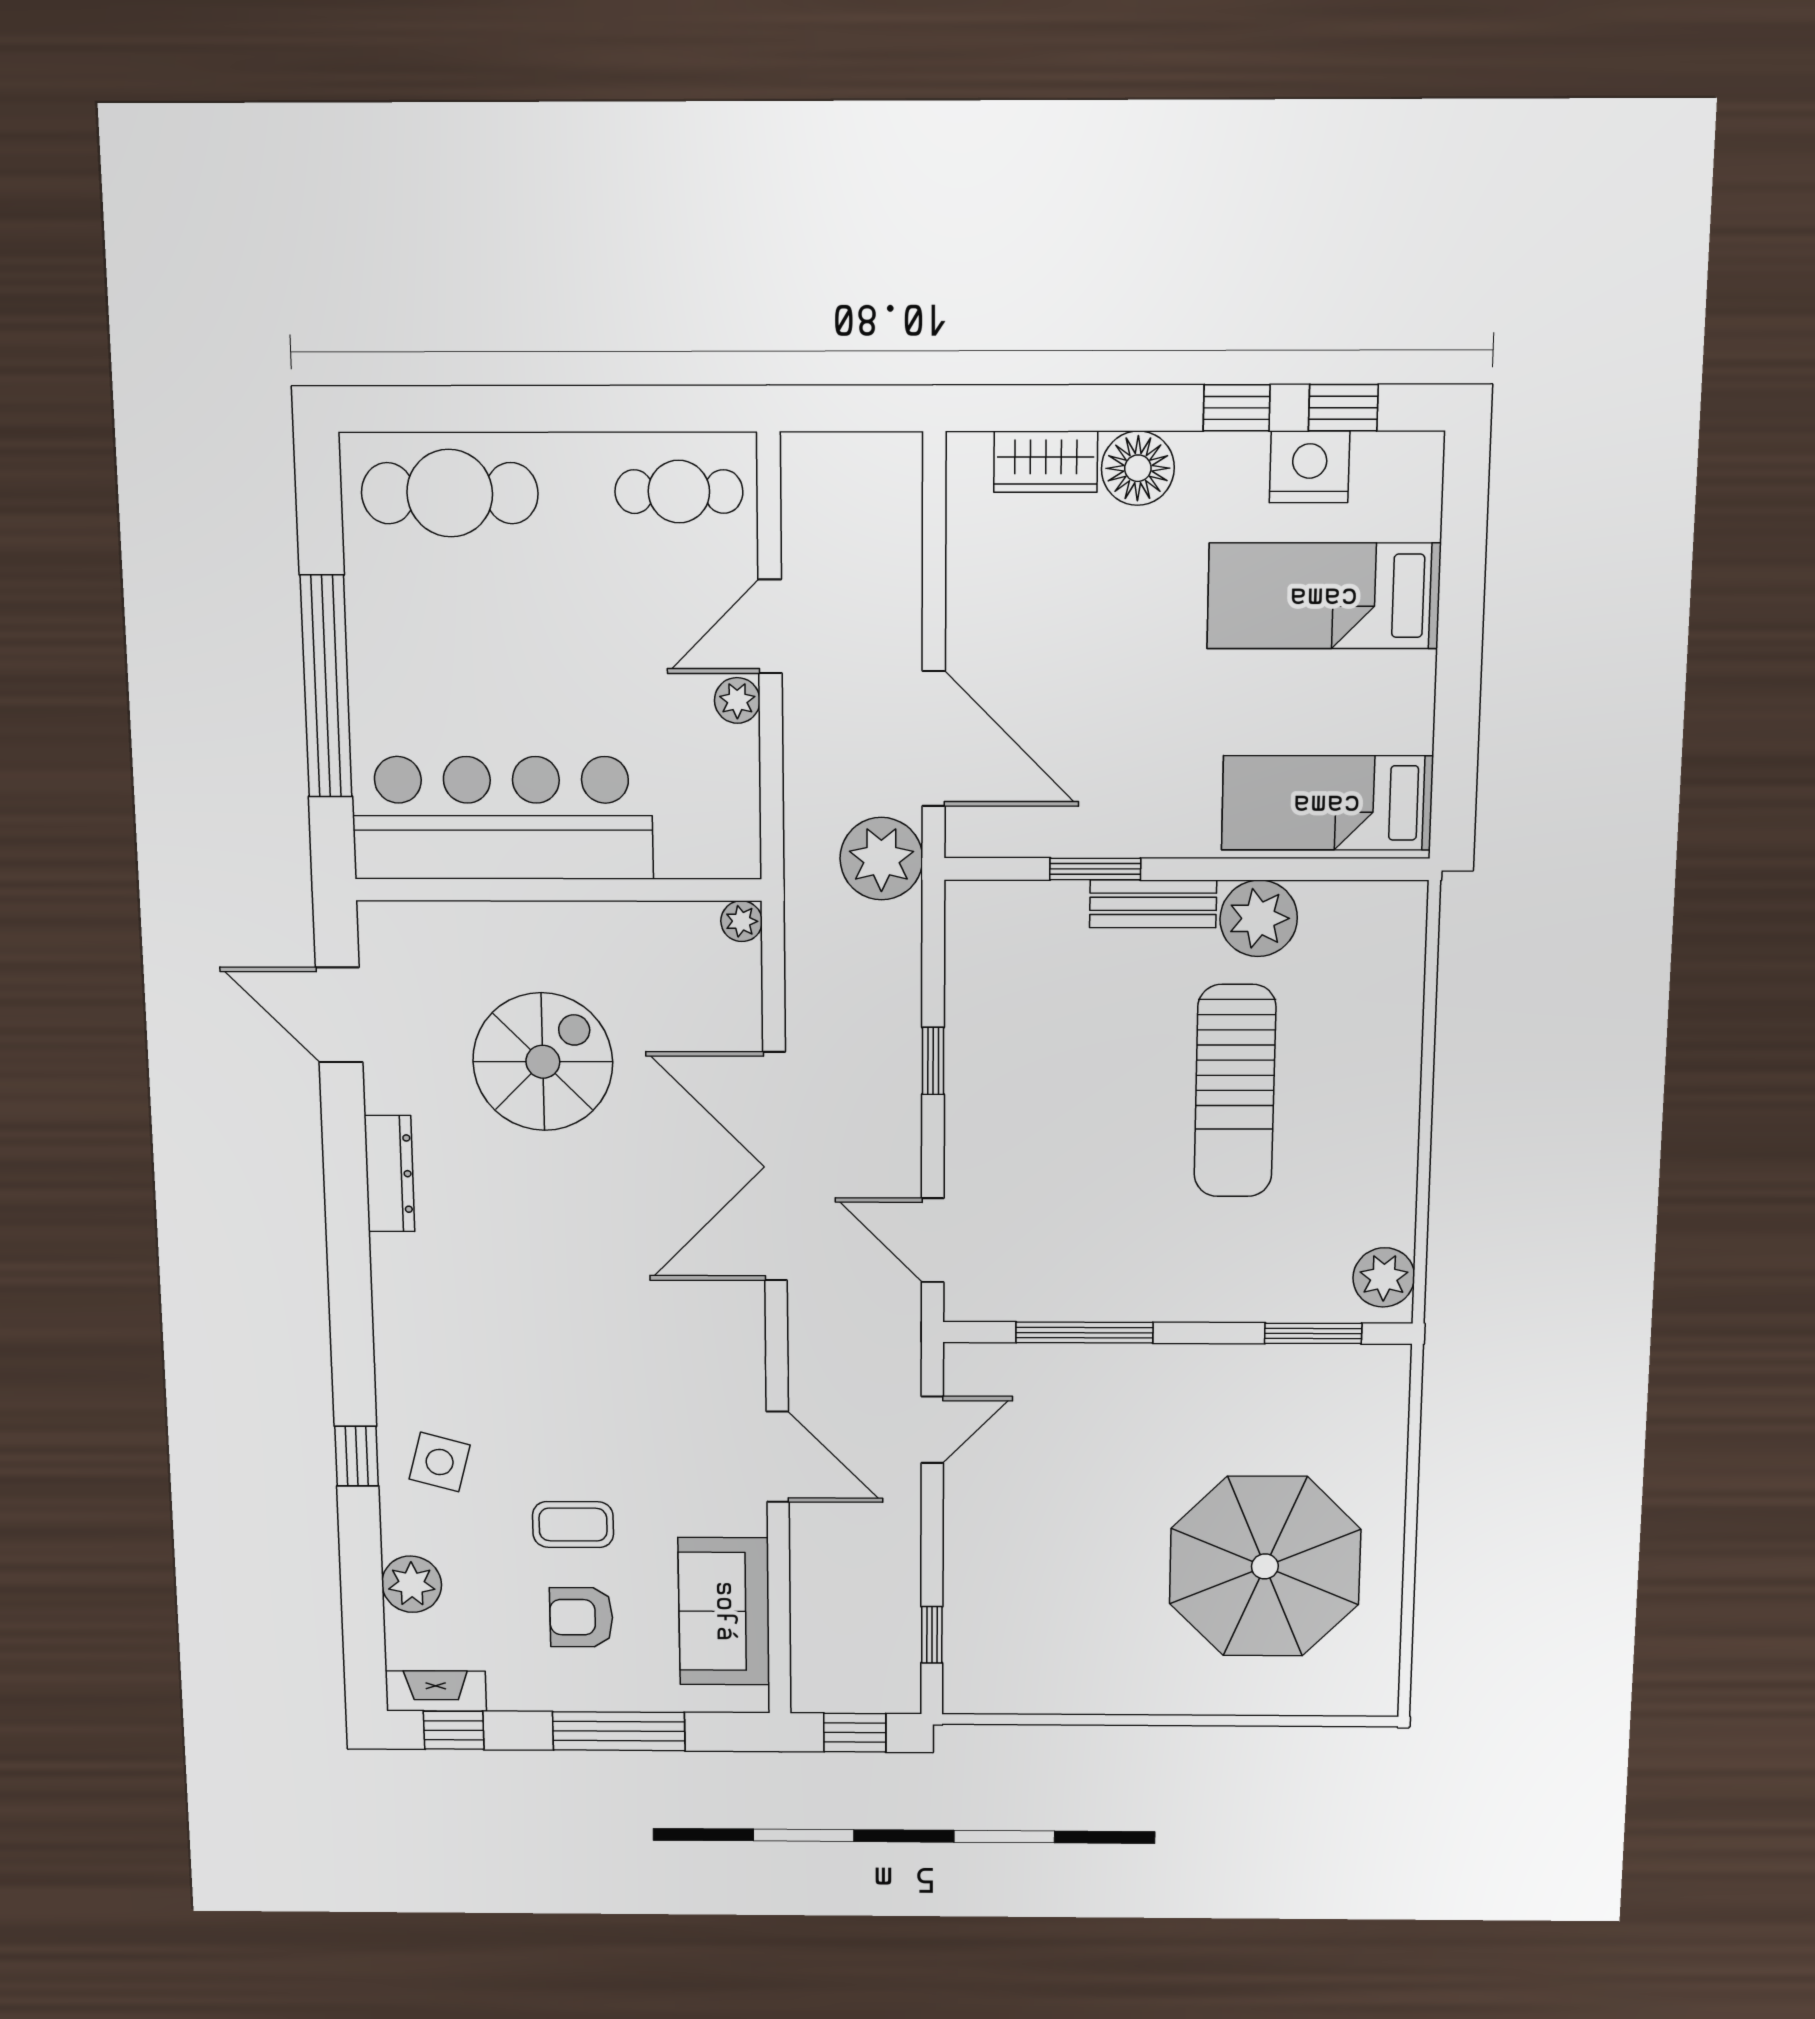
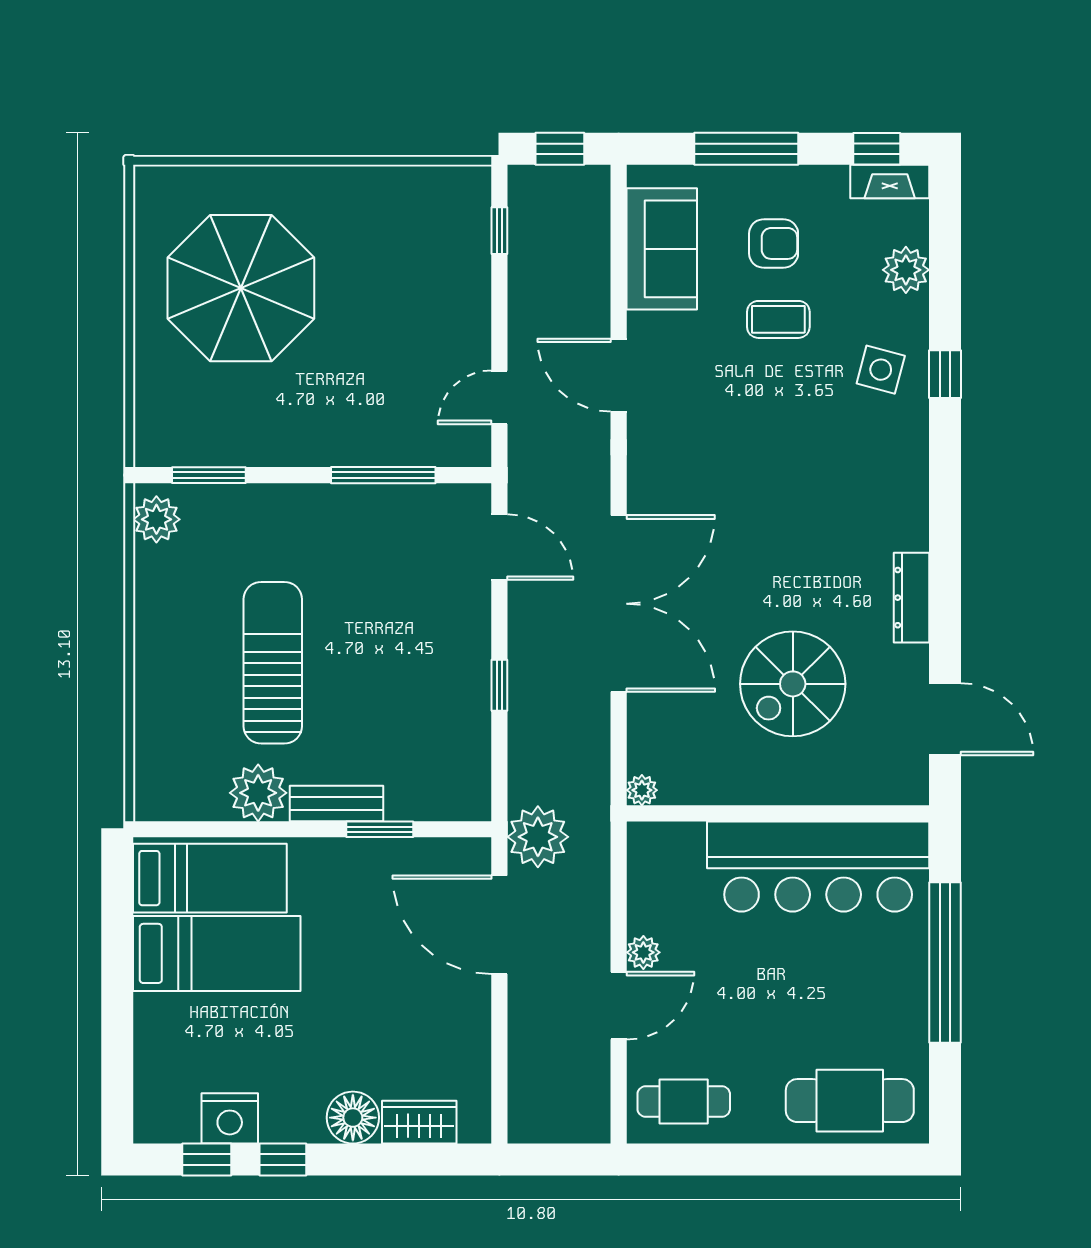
bed: (1324, 596) -> (217, 953), moved

